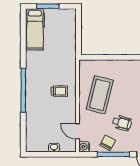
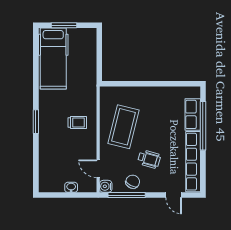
hospital bed: (35, 29) -> (53, 59), width x1.37, depth x1.29
window: (23, 90) -> (36, 122), width x0.47
window: (113, 154) -> (127, 195), moved

